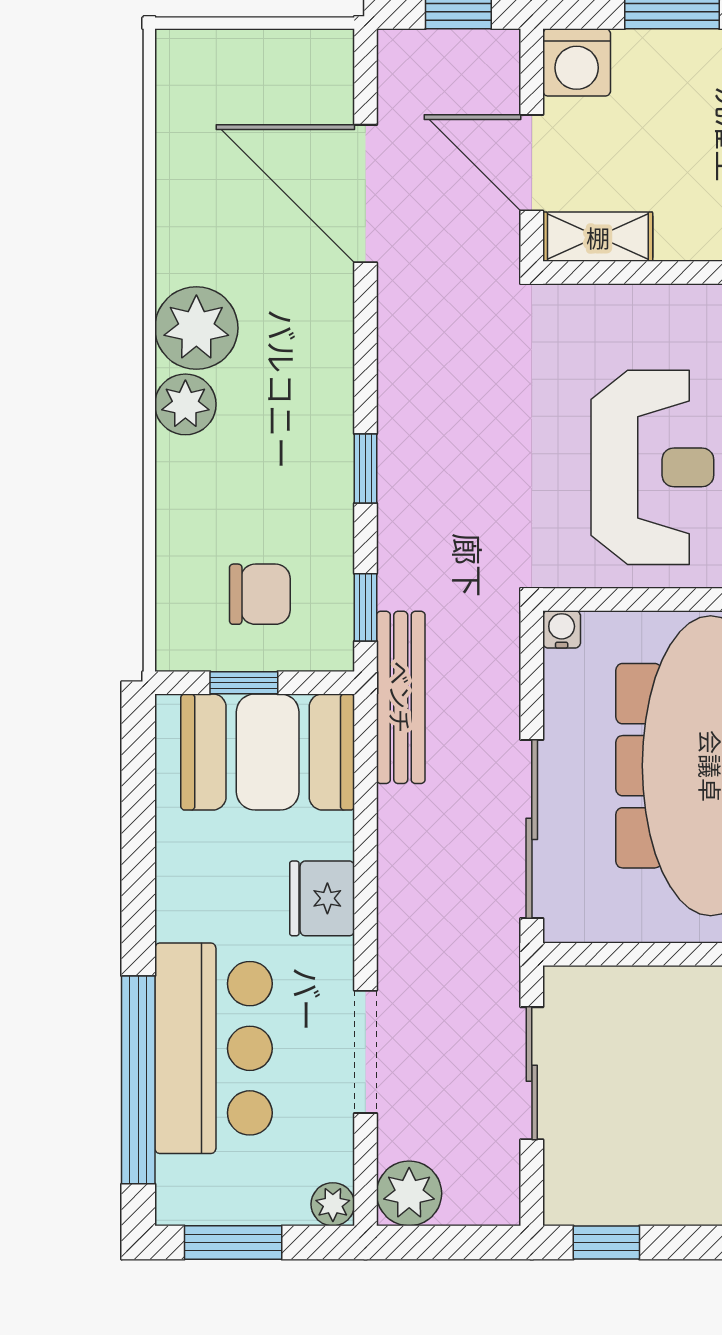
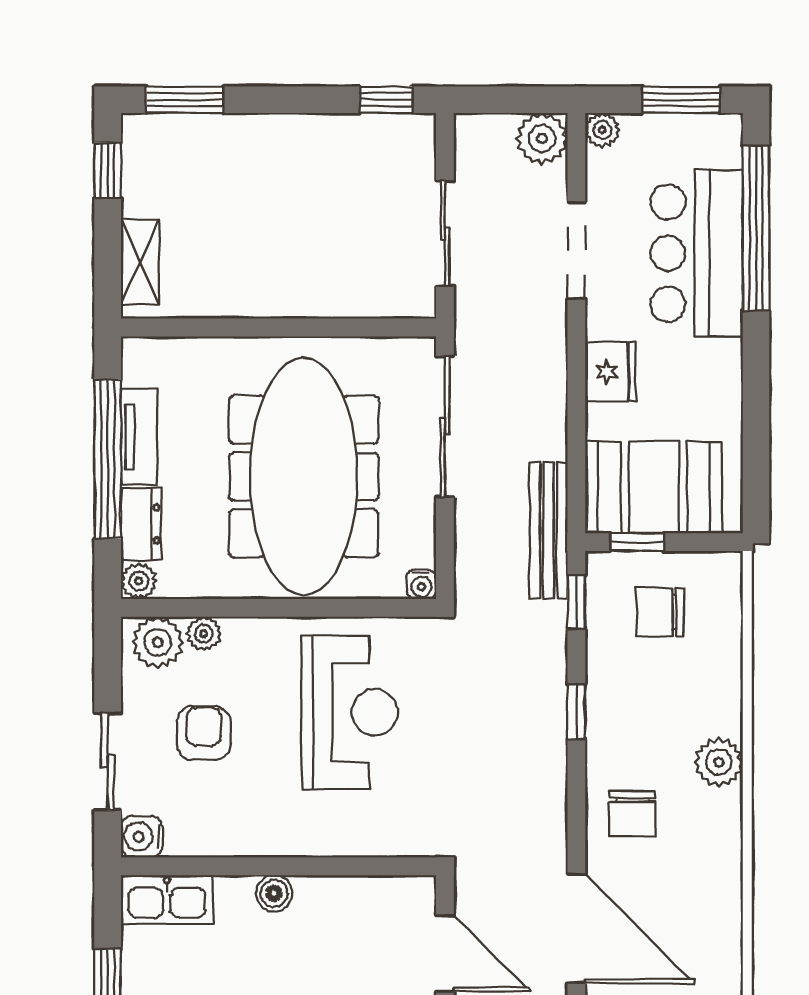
shelving: (598, 237) -> (393, 895), removed
plant: (196, 328) -> (710, 823), removed
chair: (295, 339) -> (632, 814), added
reception desk: (652, 467) -> (350, 712), turned 180
window: (244, 683) -> (637, 542), moved

